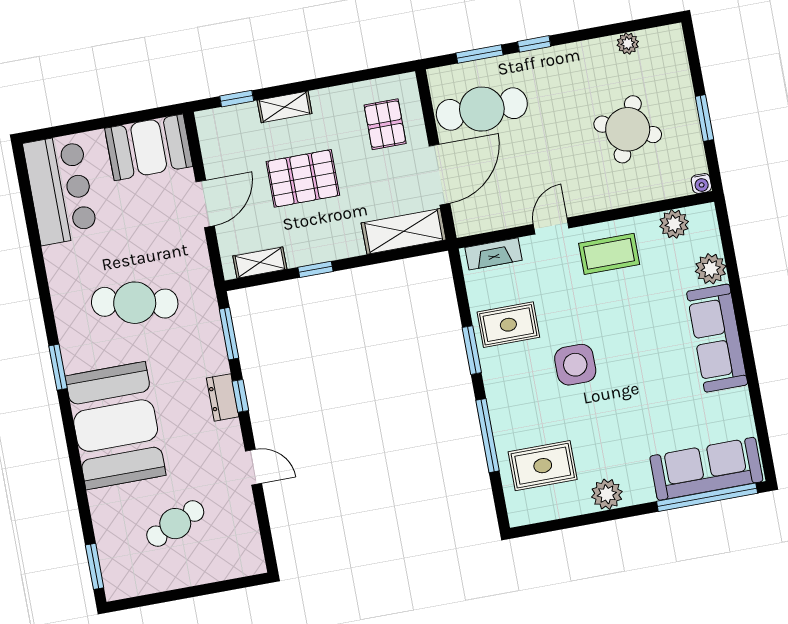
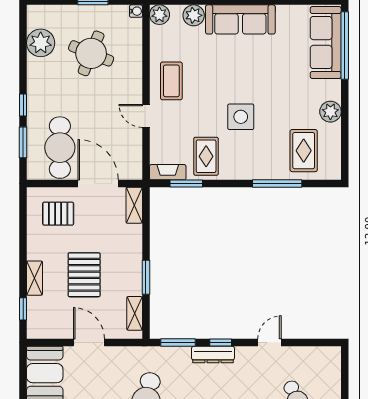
plant: (628, 43) -> (41, 43), width x1.88, depth x1.88
plant: (674, 224) -> (159, 15), moved
shelving: (404, 231) -> (134, 205), width x0.67, depth x0.75
fireplace: (494, 254) -> (168, 172), moved, turned -90
window: (316, 269) -> (146, 277), width x1.50
window: (472, 350) -> (186, 184), moved
dresser: (223, 397) -> (213, 355), width x1.44

